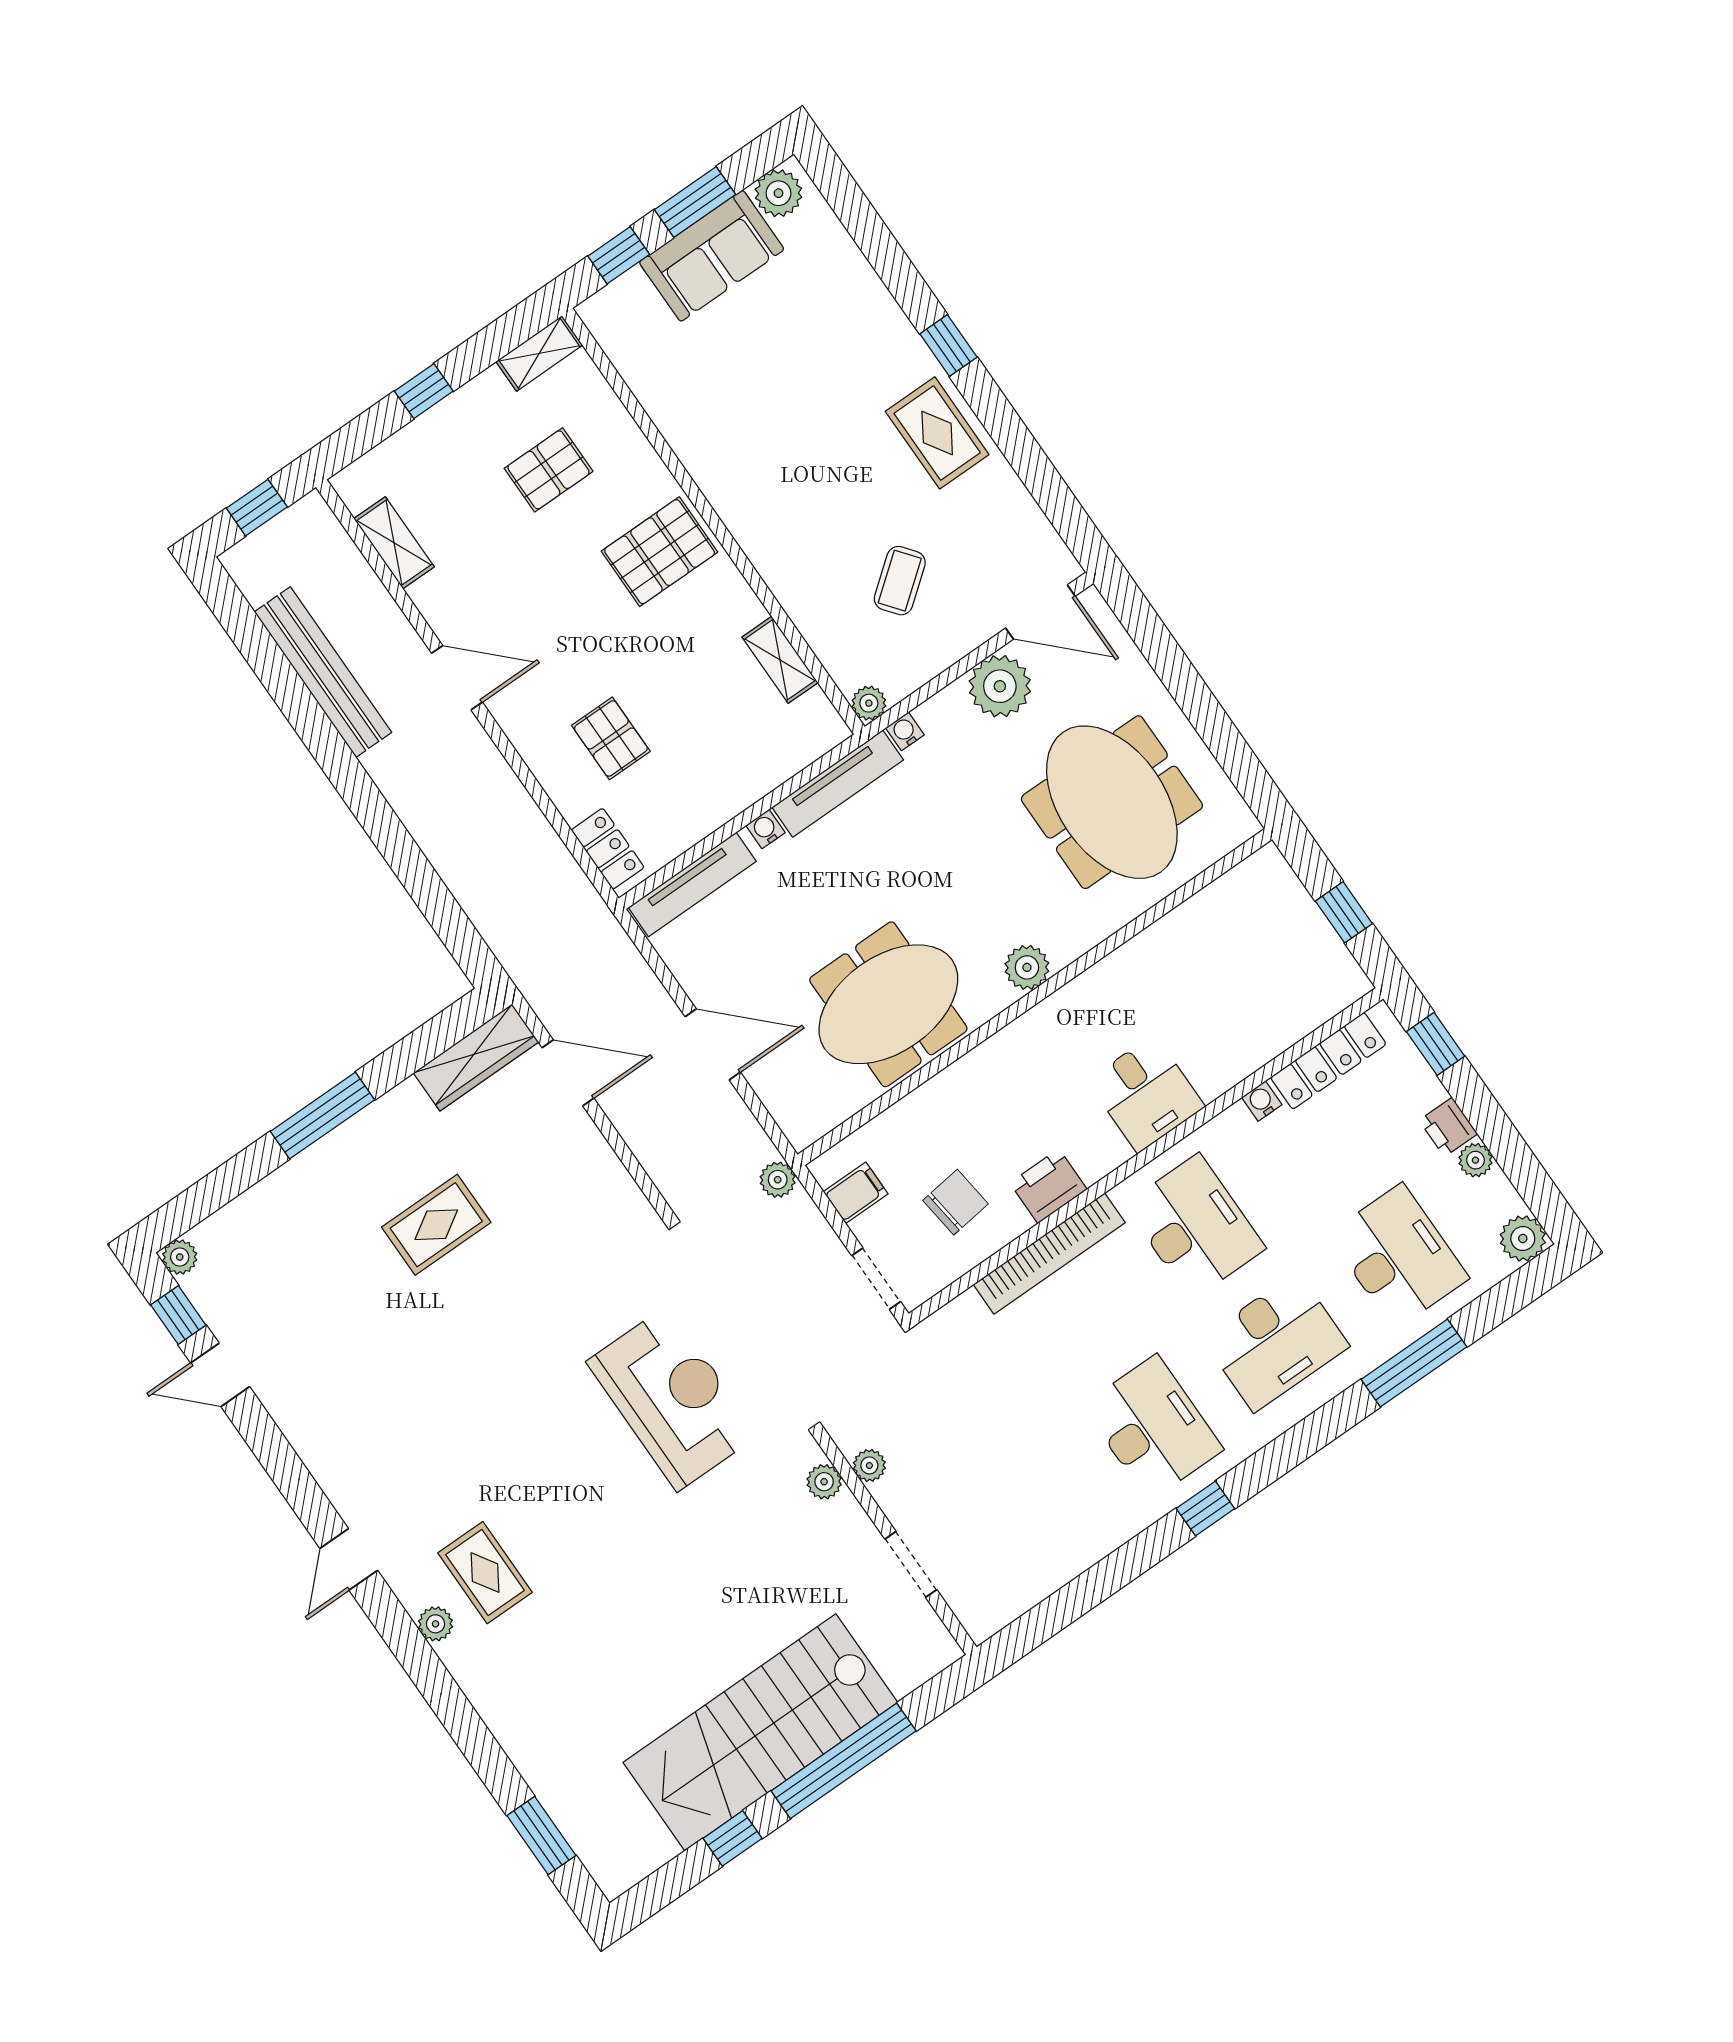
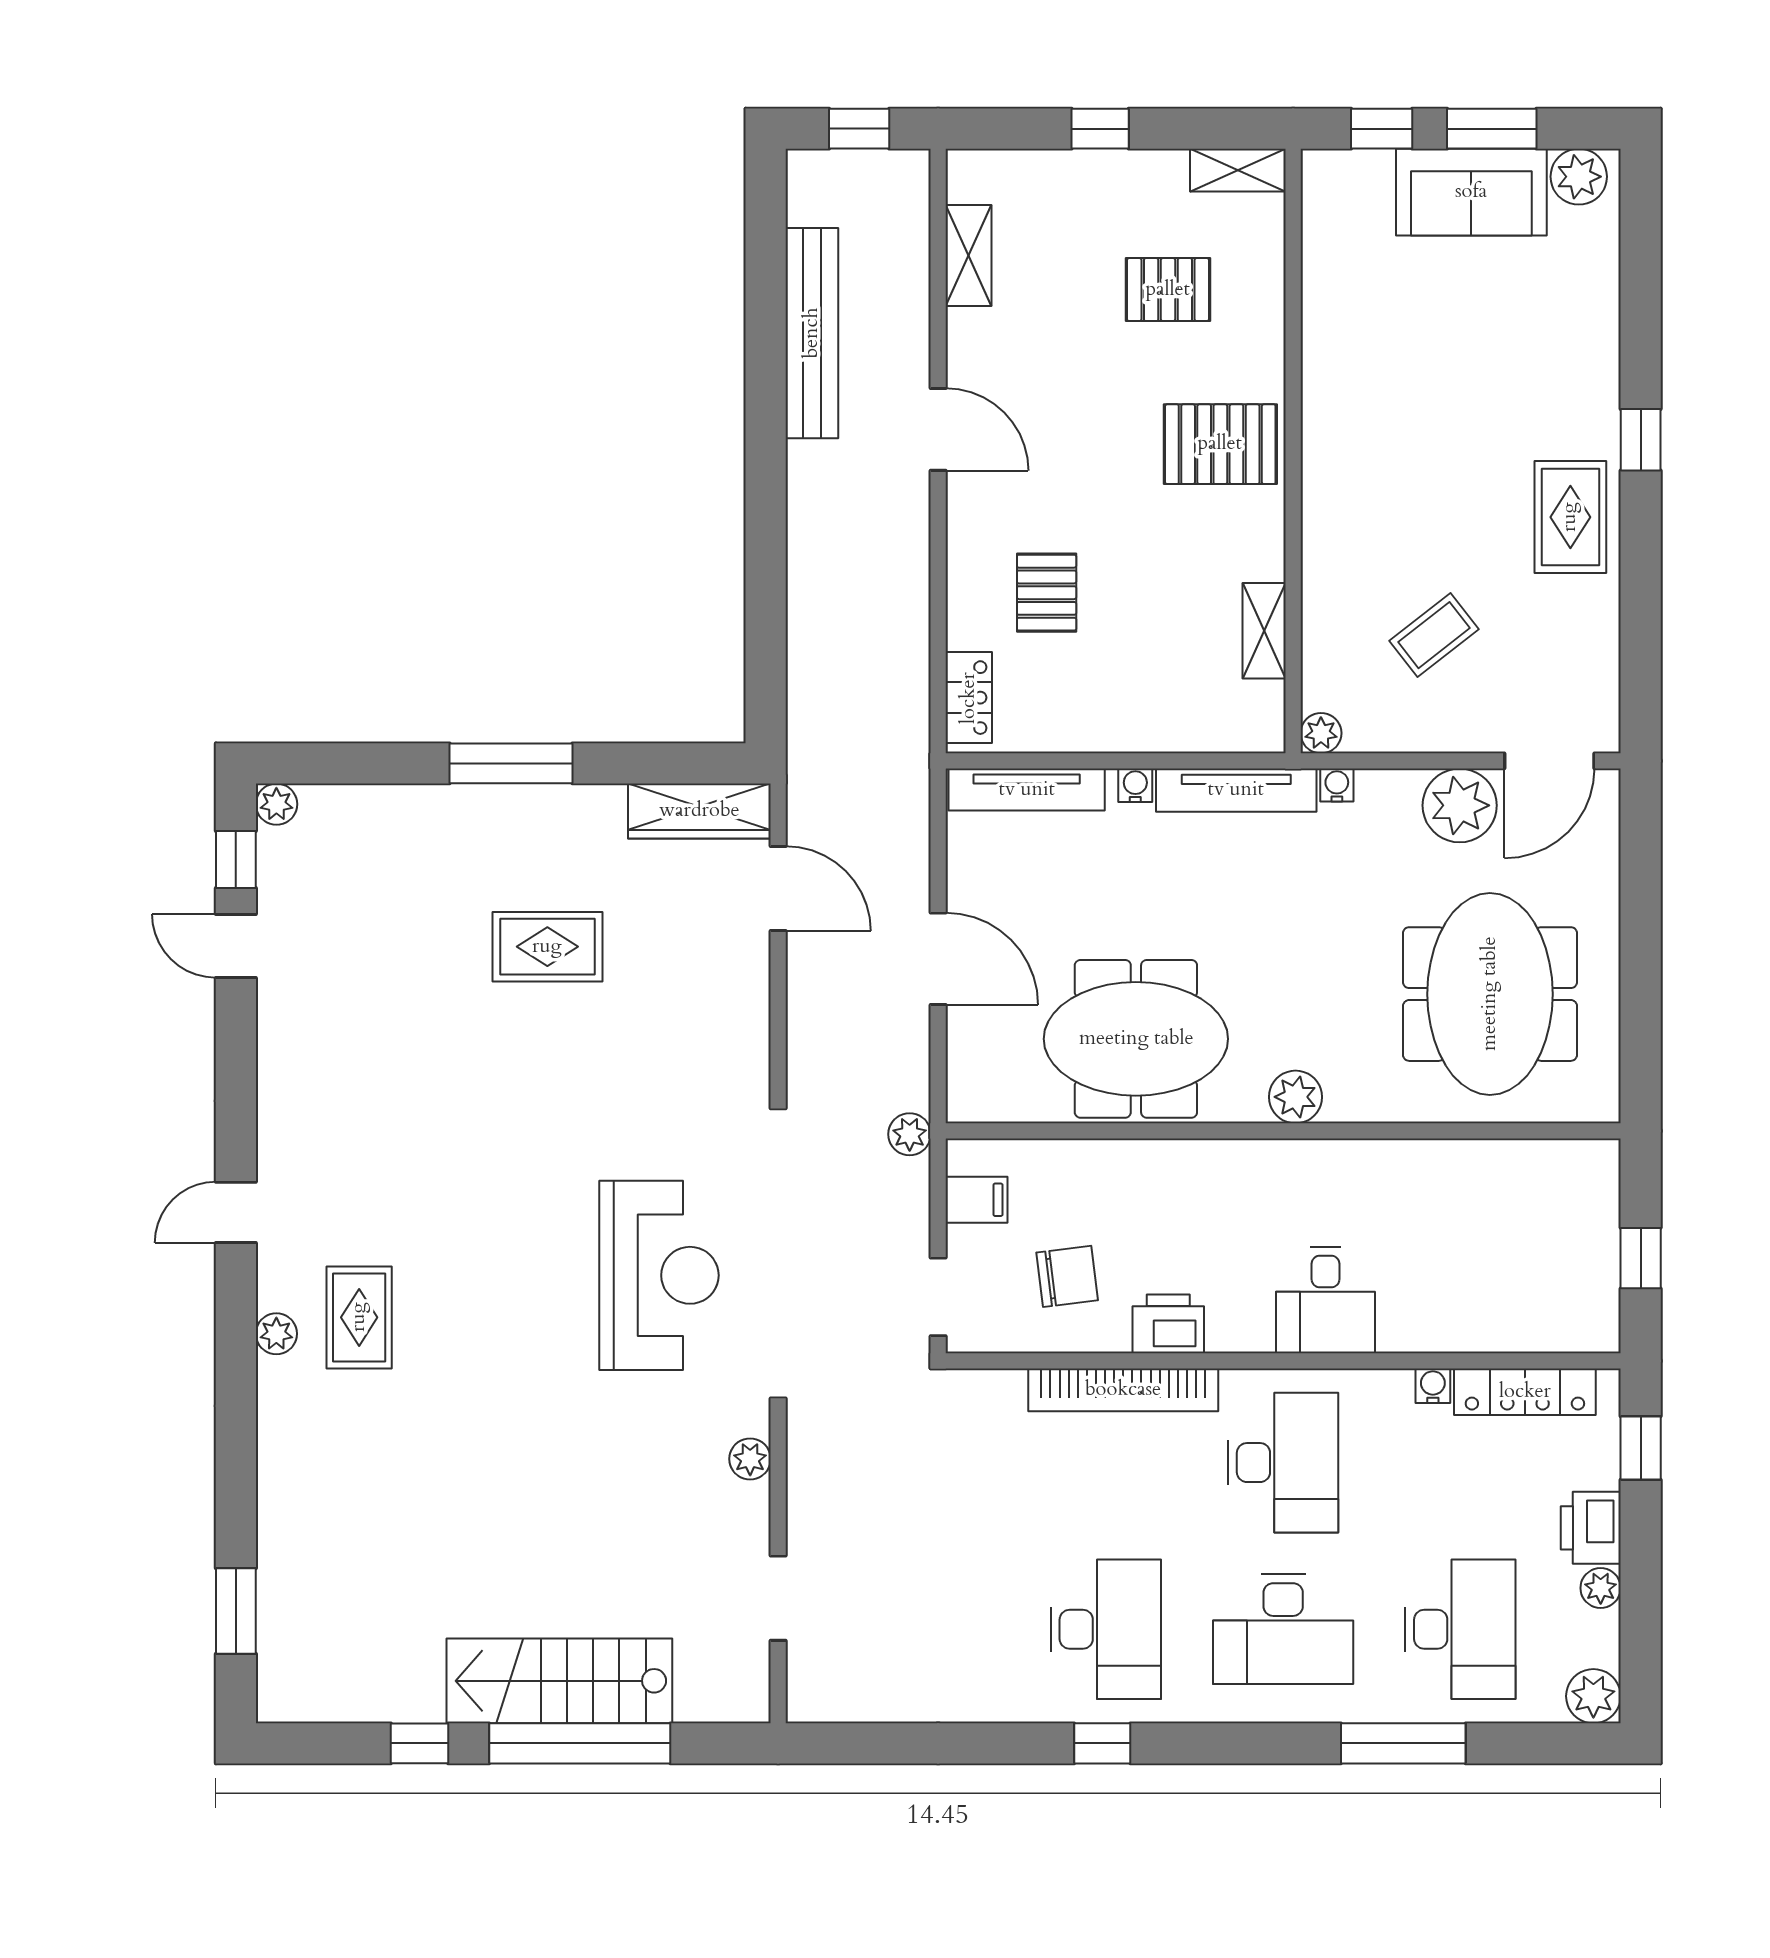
door: (1040, 612) -> (1549, 761), hinge flipped
printer: (1448, 1127) -> (1591, 1528), width x1.36, depth x1.24
plant: (869, 1465) -> (805, 1474), removed
stairs: (760, 1732) -> (559, 1681), width x0.73, depth x0.66

